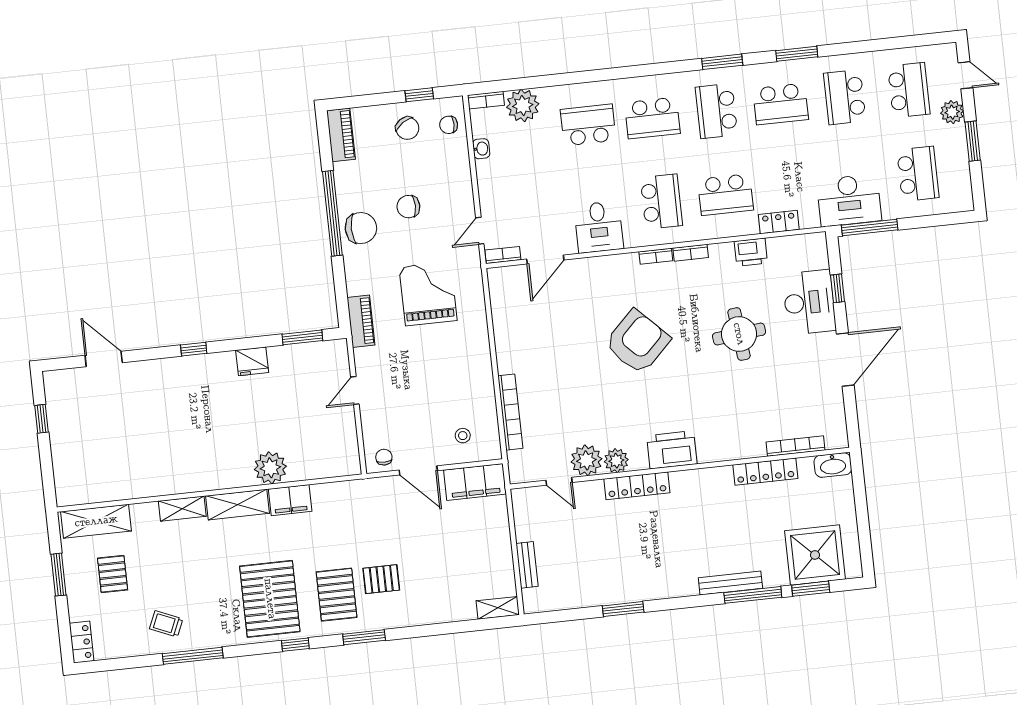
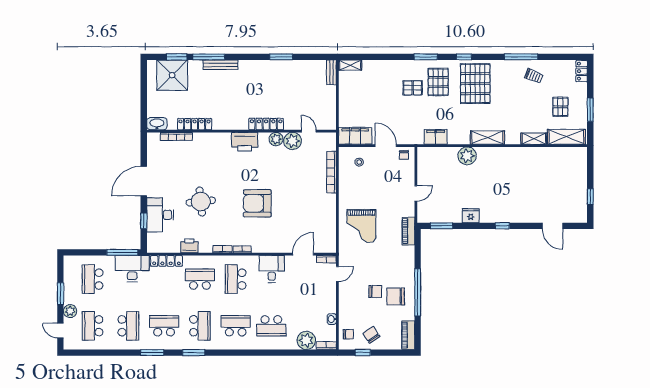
locker: (779, 222) -> (166, 261), width x1.53
chair: (361, 228) -> (396, 296), moved
grand piano: (428, 294) -> (361, 226), moved
armchair: (637, 342) -> (257, 203), turned 45
filing cabinet: (290, 500) -> (436, 137), moved
shelving: (182, 509) -> (534, 139), moved
bench: (527, 565) -> (331, 72), moved

